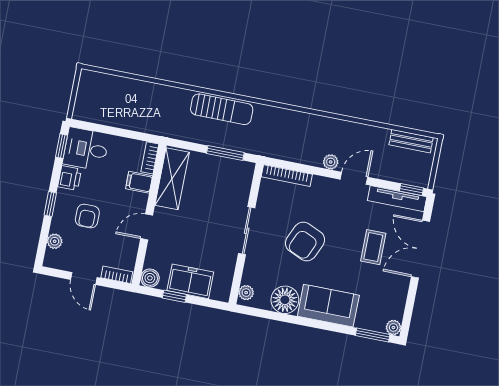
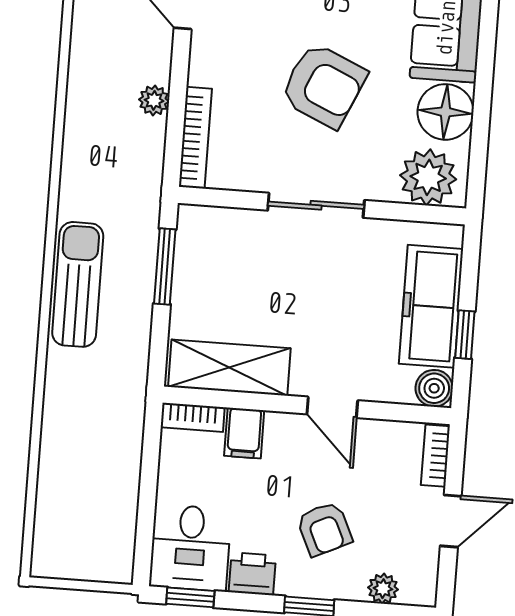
plant: (331, 162) -> (154, 100), moved
armchair: (87, 216) -> (324, 529), turned 65
freezer: (190, 281) -> (431, 306), width x1.40
plant: (246, 293) -> (428, 177), width x1.88, depth x1.88

